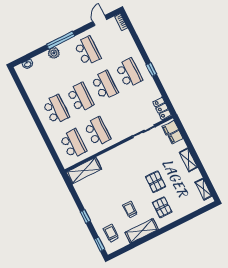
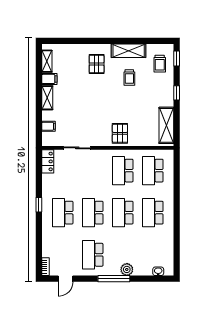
filing cabinet: (170, 128) -> (49, 79), moved
shelving: (84, 171) -> (166, 125), moved, turned 90
pallet: (156, 182) -> (120, 133), moved

